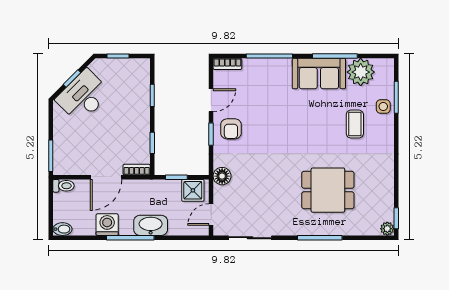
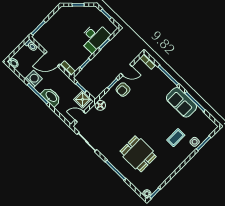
plant: (361, 72) -> (199, 119), removed
desk: (83, 96) -> (94, 37), moved, turned 135

